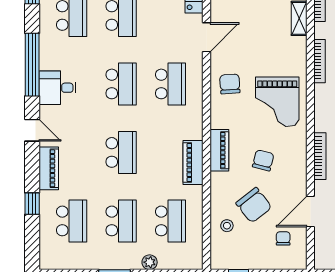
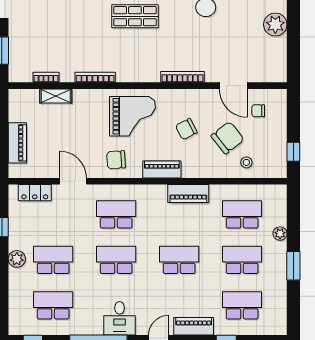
piano: (219, 150) -> (162, 169), moved
chair: (263, 160) -> (186, 129), turned -41

